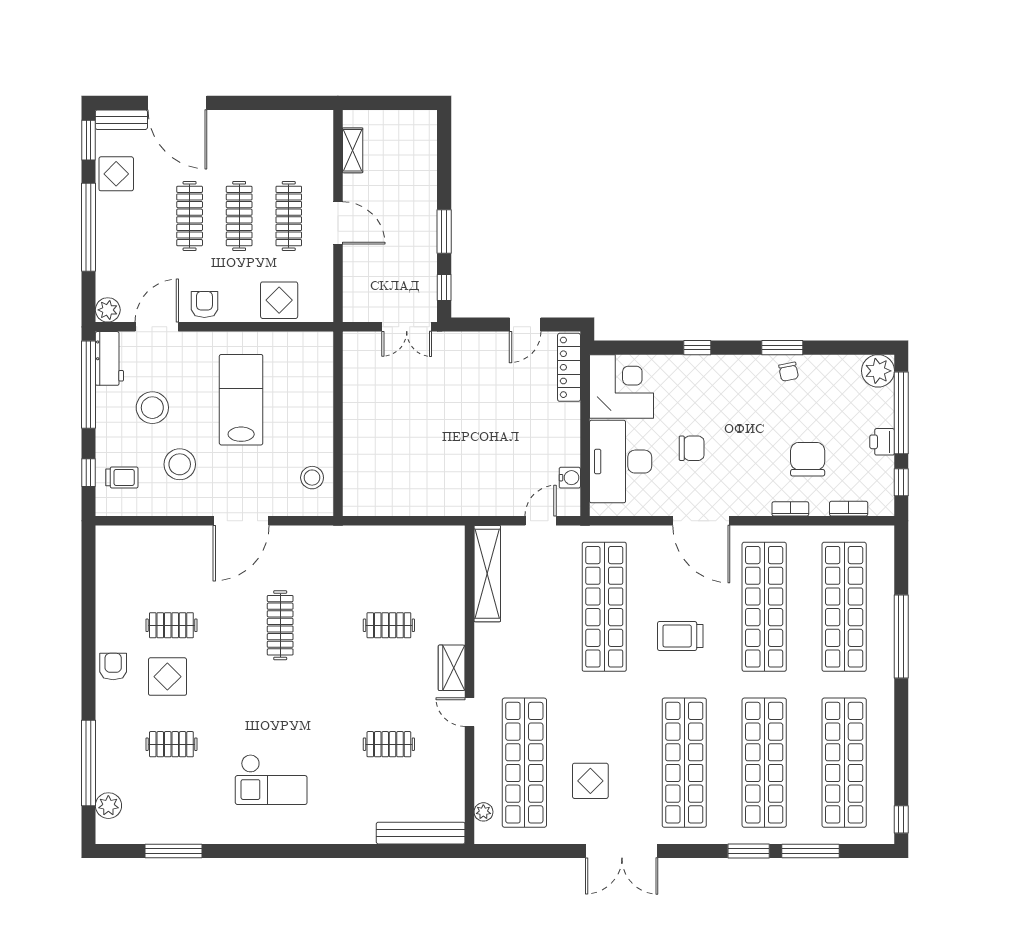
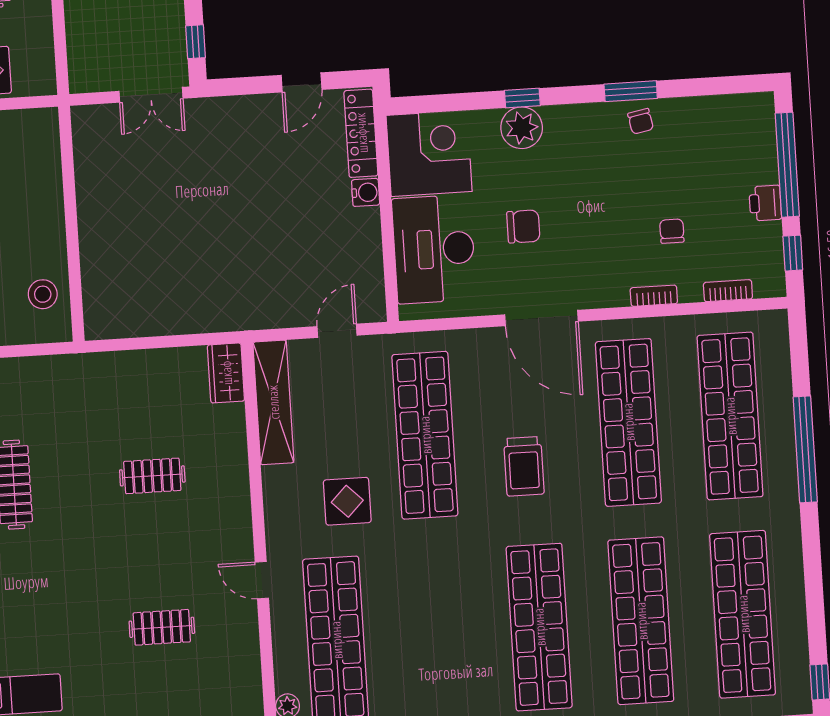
plant: (878, 371) -> (522, 128), moved
chair: (808, 459) -> (672, 231), width x0.54, depth x0.54
water cooler: (570, 478) -> (366, 192), moved
trolley: (680, 636) -> (524, 466), turned -90
wardrobe: (452, 668) -> (226, 373), moved
display table: (590, 781) -> (347, 501), moved

